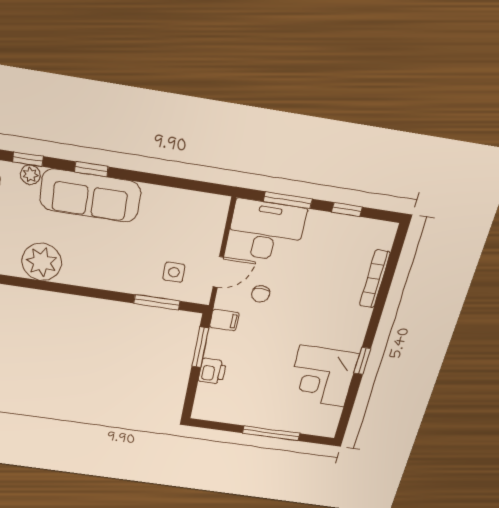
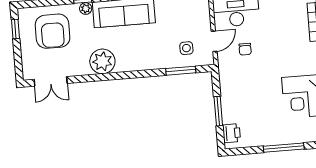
filing cabinet: (224, 320) -> (227, 72), removed
window: (200, 347) -> (218, 111), moved
printer: (212, 371) -> (232, 133), moved

